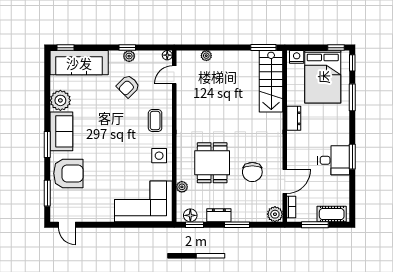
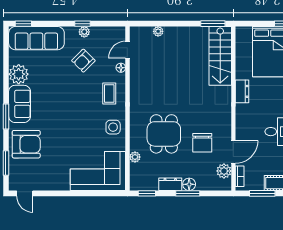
floor lamp: (167, 55) -> (121, 68), moved
nightstand: (297, 57) -> (245, 33), removed
plant: (275, 214) -> (224, 171), moved
floor lamp: (190, 215) -> (189, 184), moved

